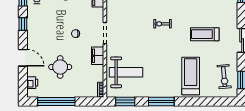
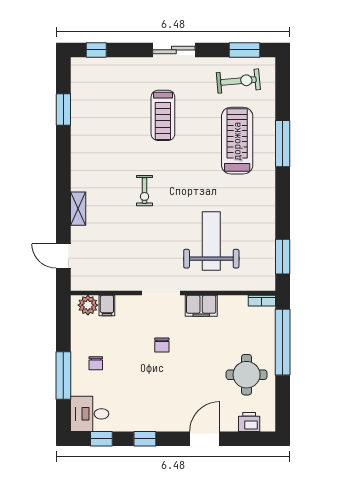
round table: (60, 67) -> (247, 375), moved
weight bench: (126, 72) -> (211, 241), moved
treadmill: (191, 76) -> (237, 141), turned 90
window: (56, 102) -> (283, 342), moved
window: (161, 102) -> (283, 144), moved

